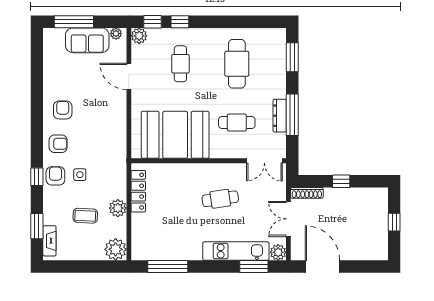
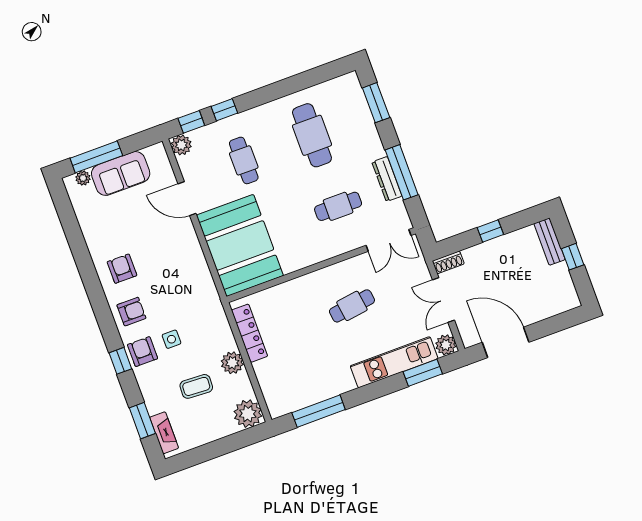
plant: (116, 34) -> (83, 178), moved
booth: (175, 135) -> (240, 245), moved, turned 90
shoe rack: (307, 193) -> (448, 262), width x0.70
bench: (381, 205) -> (549, 242), added

